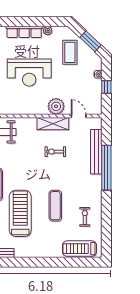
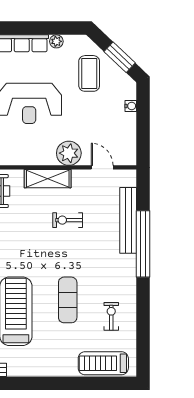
window: (106, 87) -> (143, 125), removed
shelving: (53, 124) -> (48, 179), moved

